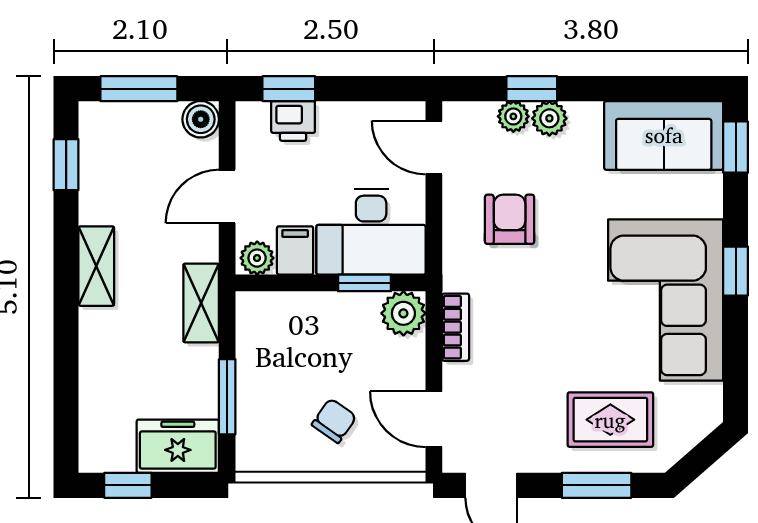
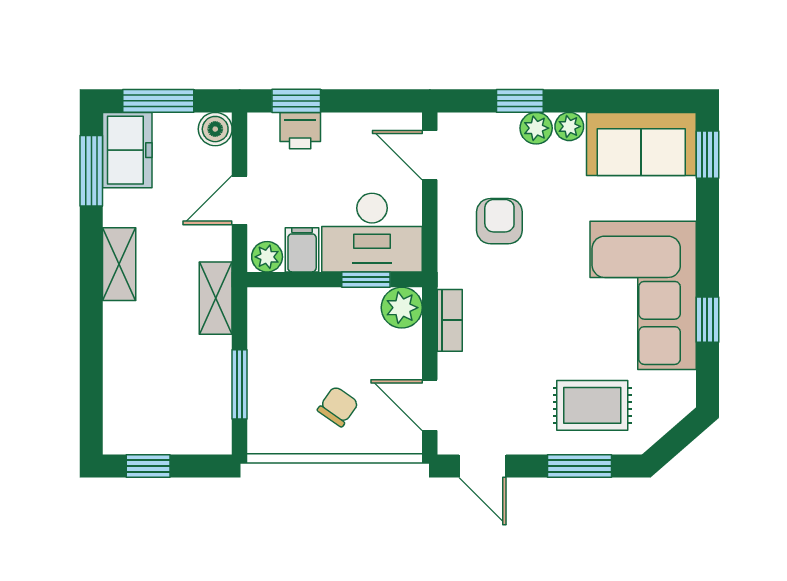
plant: (513, 116) -> (569, 126), moved
window: (66, 165) -> (91, 171), width x1.50
window: (736, 271) -> (707, 320), moved
freezer: (178, 446) -> (127, 150), moved, turned 90

